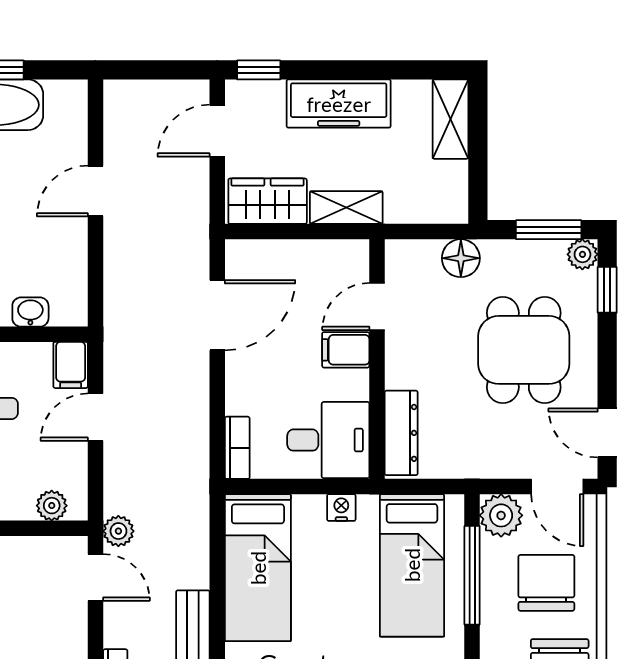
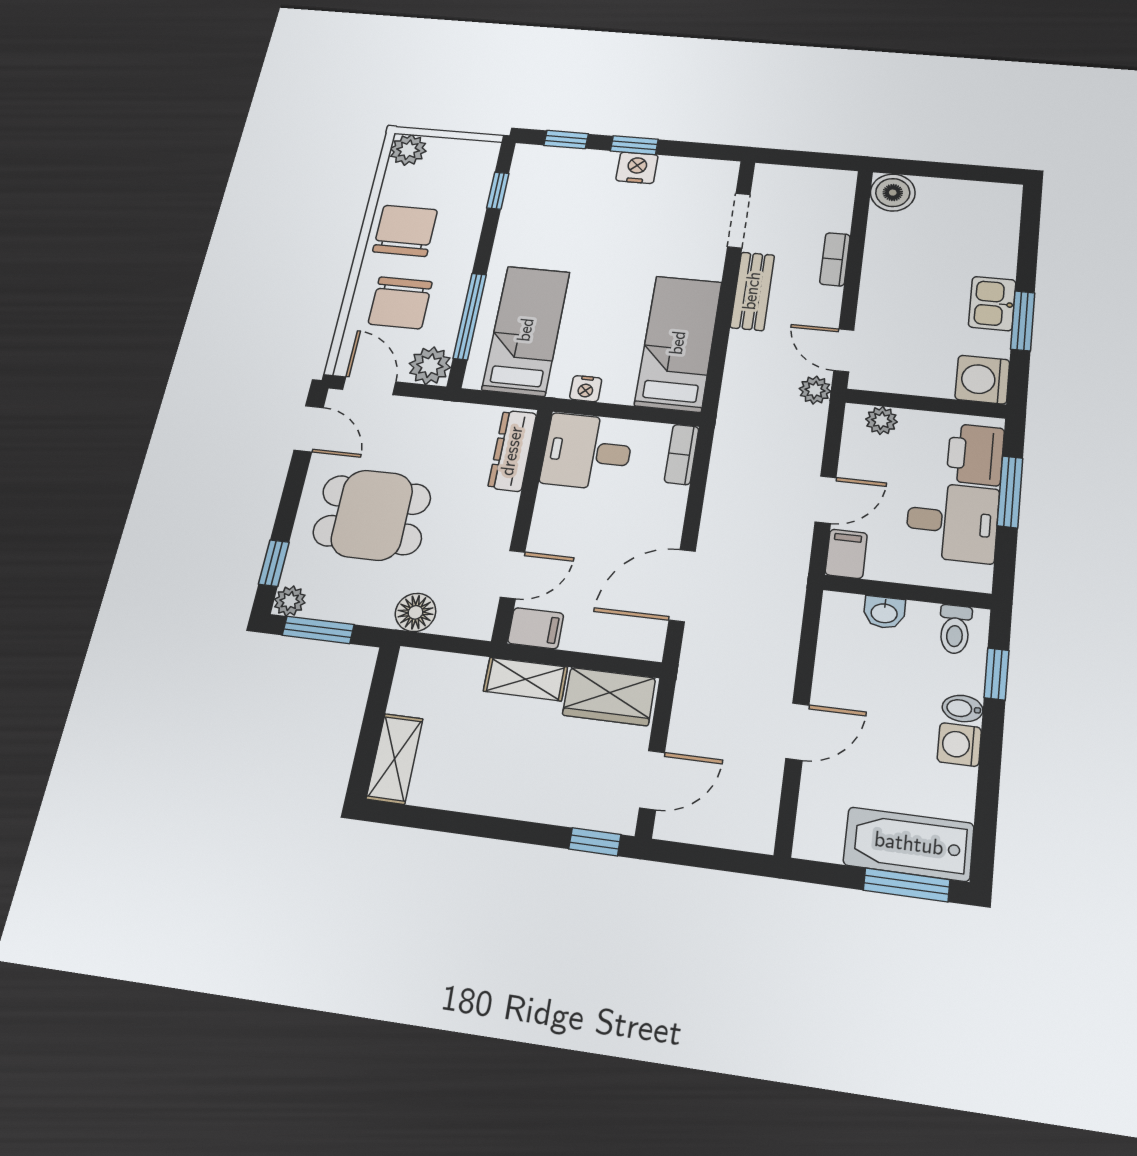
freezer: (339, 104) -> (513, 792), removed
filing cabinet: (346, 350) -> (536, 628), moved
dining table: (524, 350) -> (372, 515), turned 90

